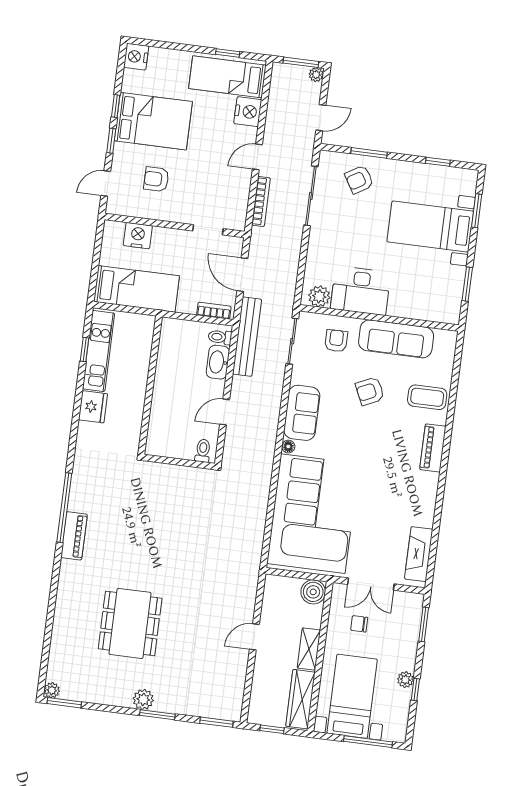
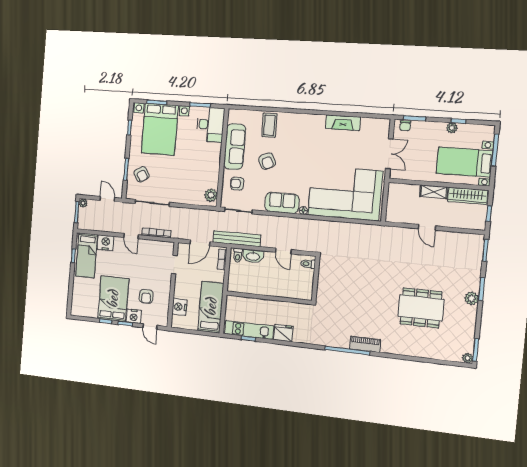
nightstand: (136, 57) -> (134, 316), moved
bed with nightstands: (430, 226) -> (160, 129), width x1.36
desk: (361, 291) -> (210, 125), moved
piano: (433, 448) -> (301, 120), removed
fireplace: (419, 554) -> (343, 123), moved
boiler: (313, 592) -> (396, 191), removed
chair: (359, 624) -> (405, 126), moved

